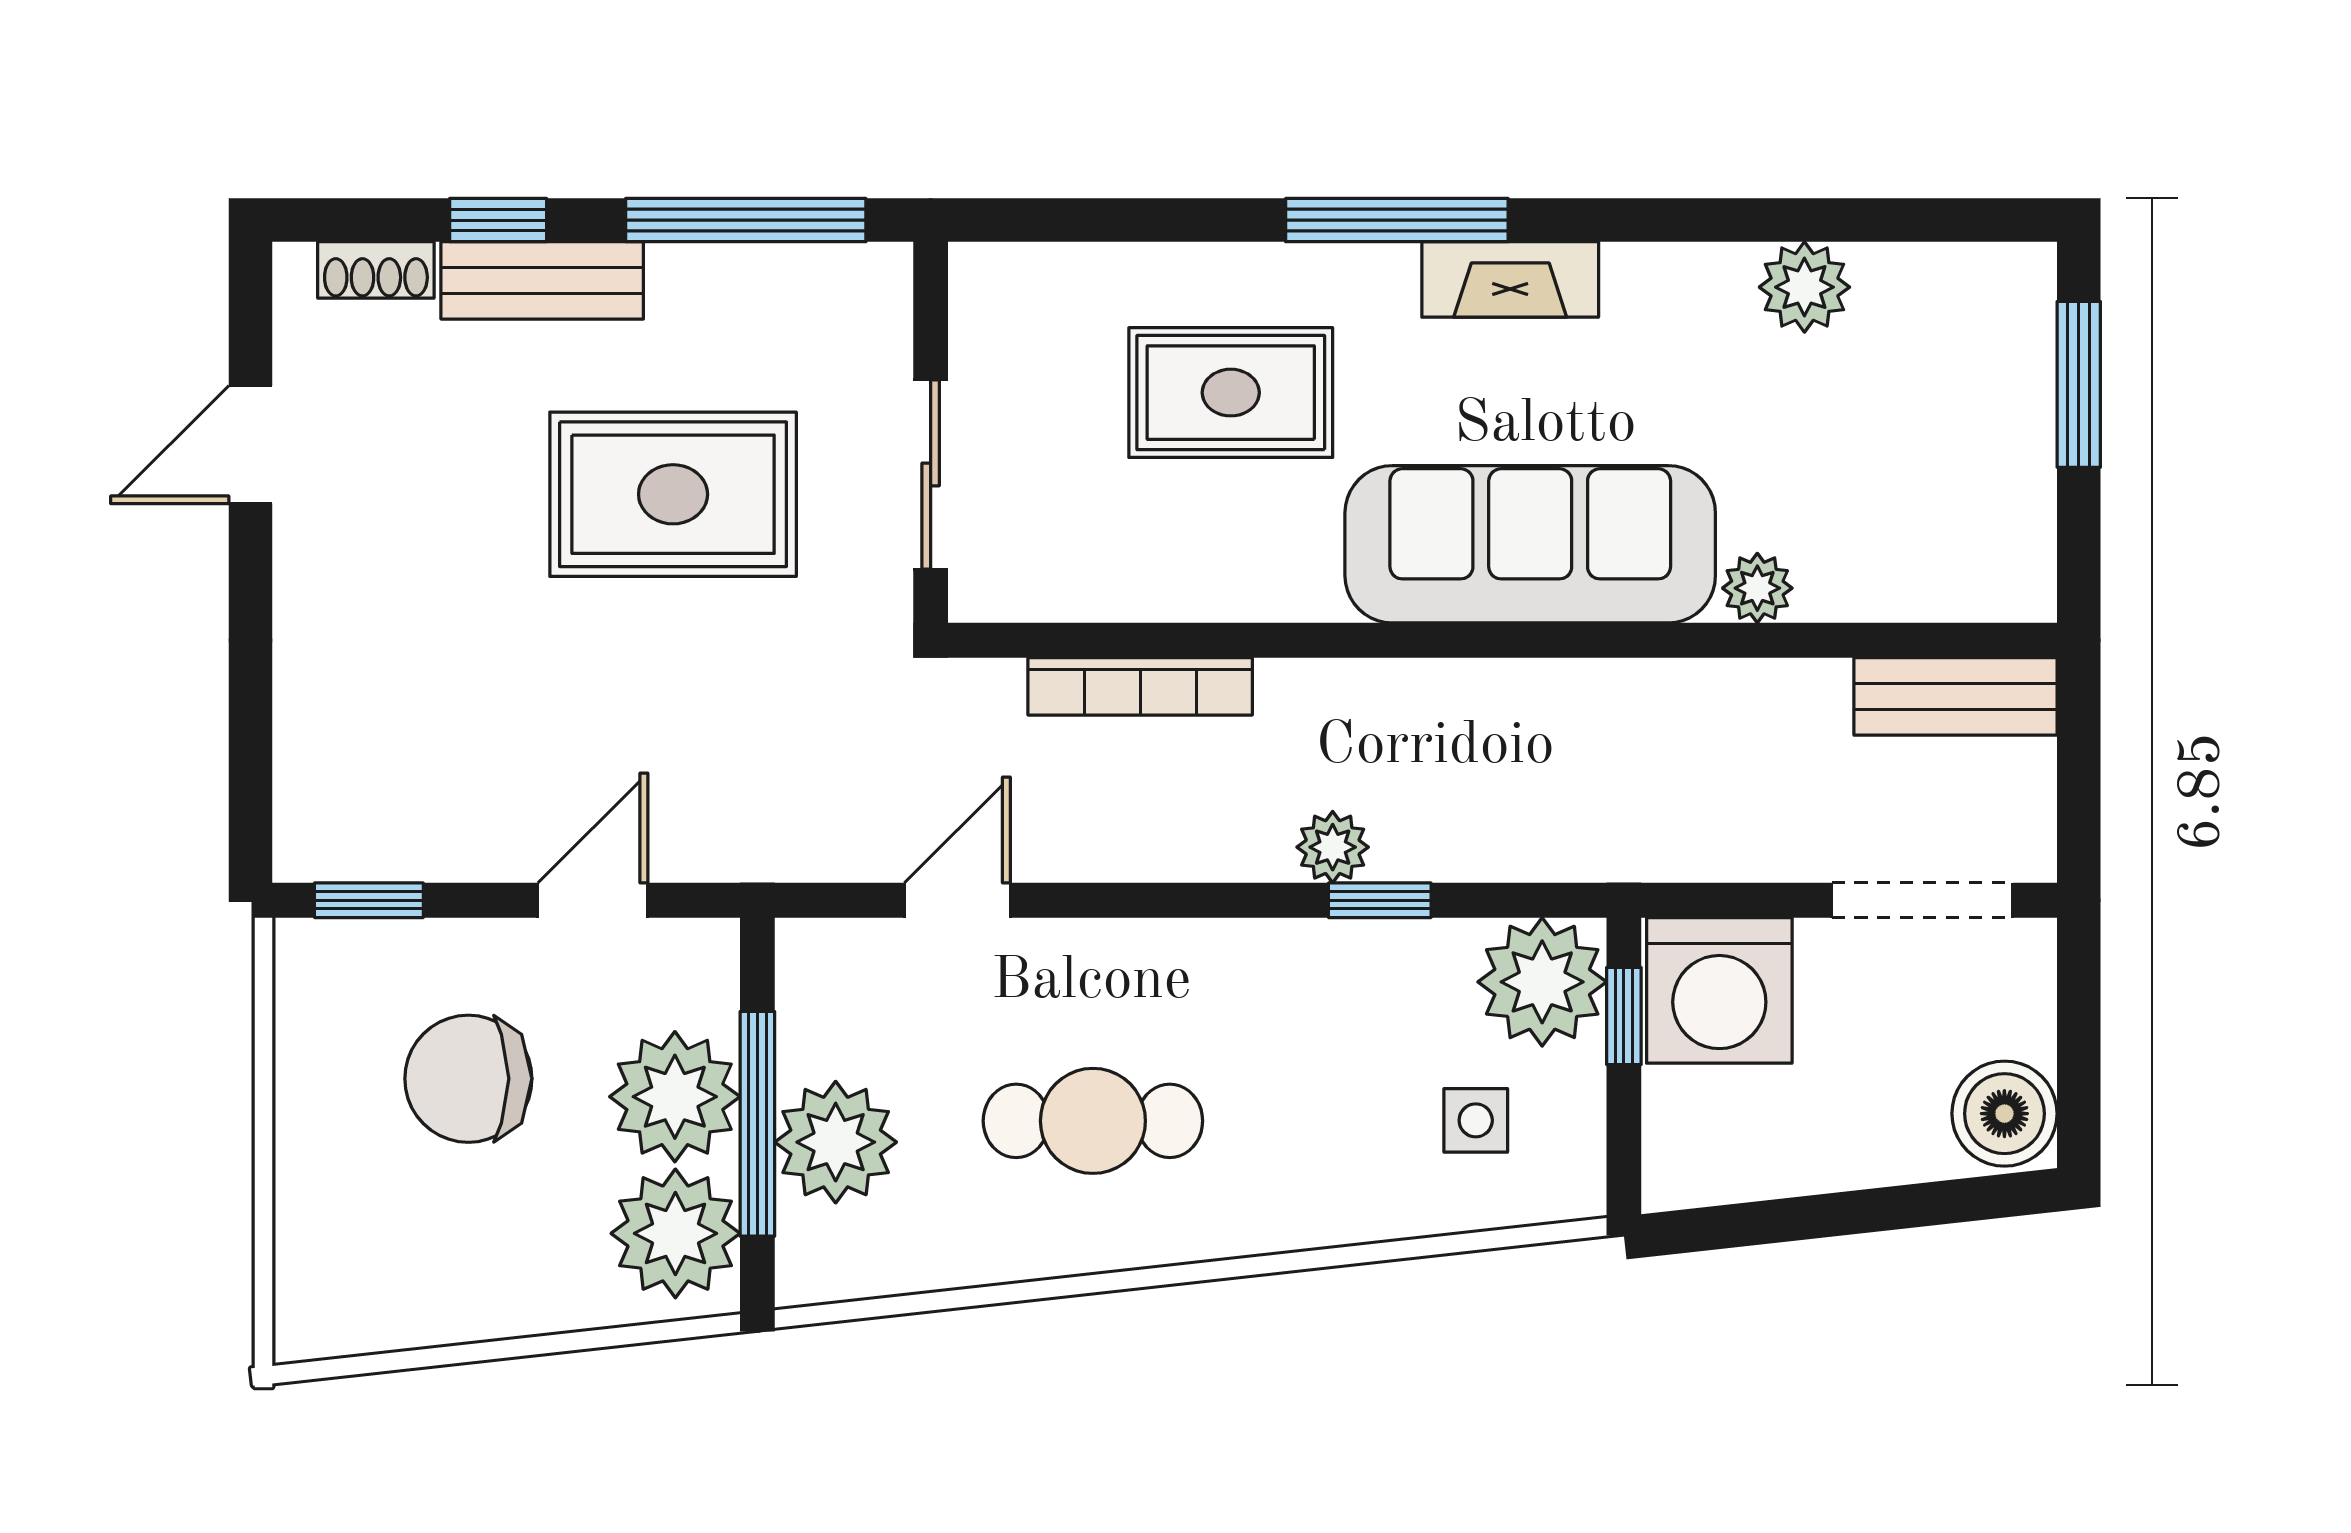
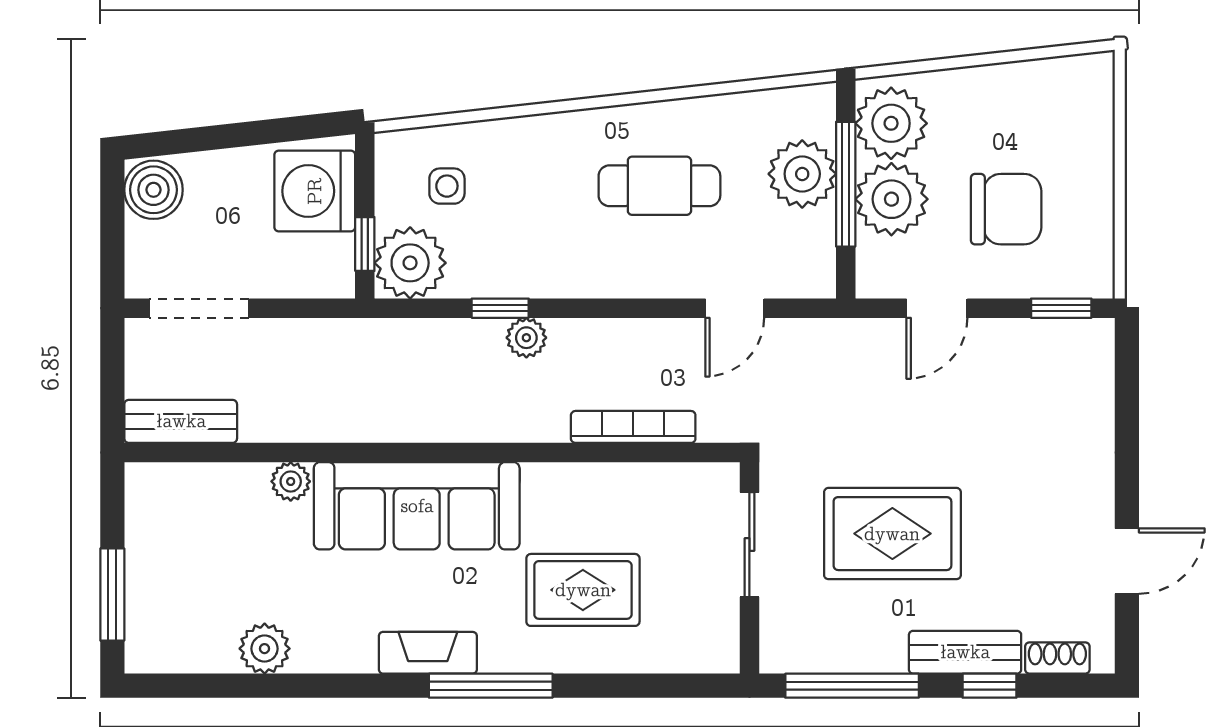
washing machine: (1719, 990) -> (315, 191), moved, turned -90

